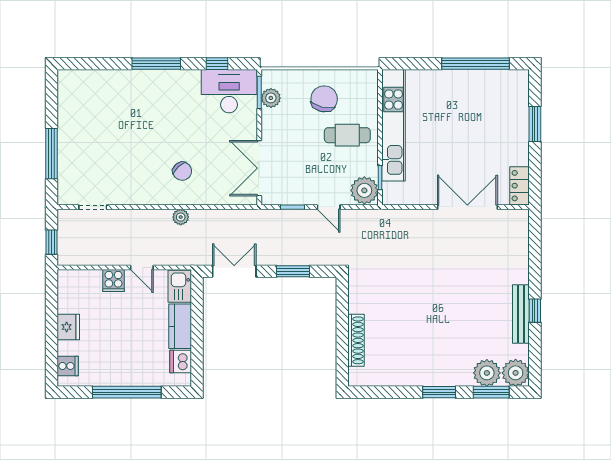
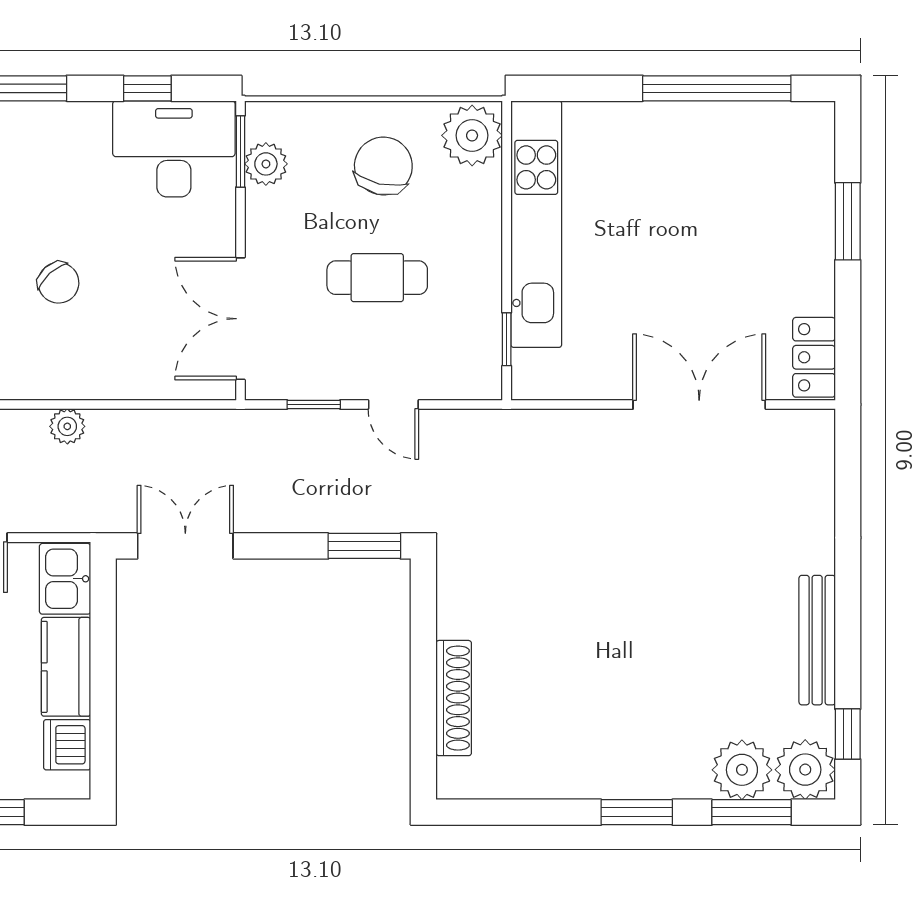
cafe table: (347, 135) -> (377, 278), moved
chair: (182, 171) -> (58, 283), moved
plant: (364, 190) -> (472, 135), moved
window: (293, 271) -> (364, 546), moved
window: (535, 311) -> (848, 734), moved

